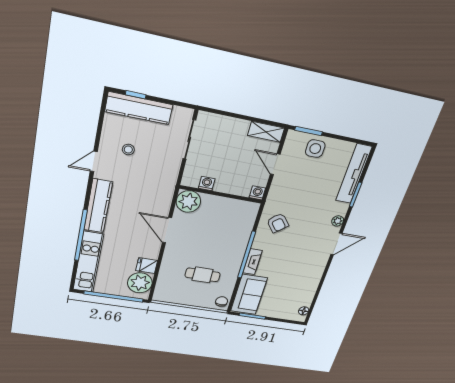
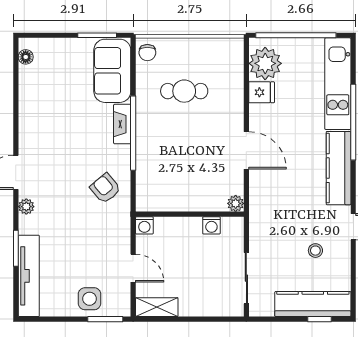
plant: (188, 201) -> (236, 203), width x0.53, depth x0.53

